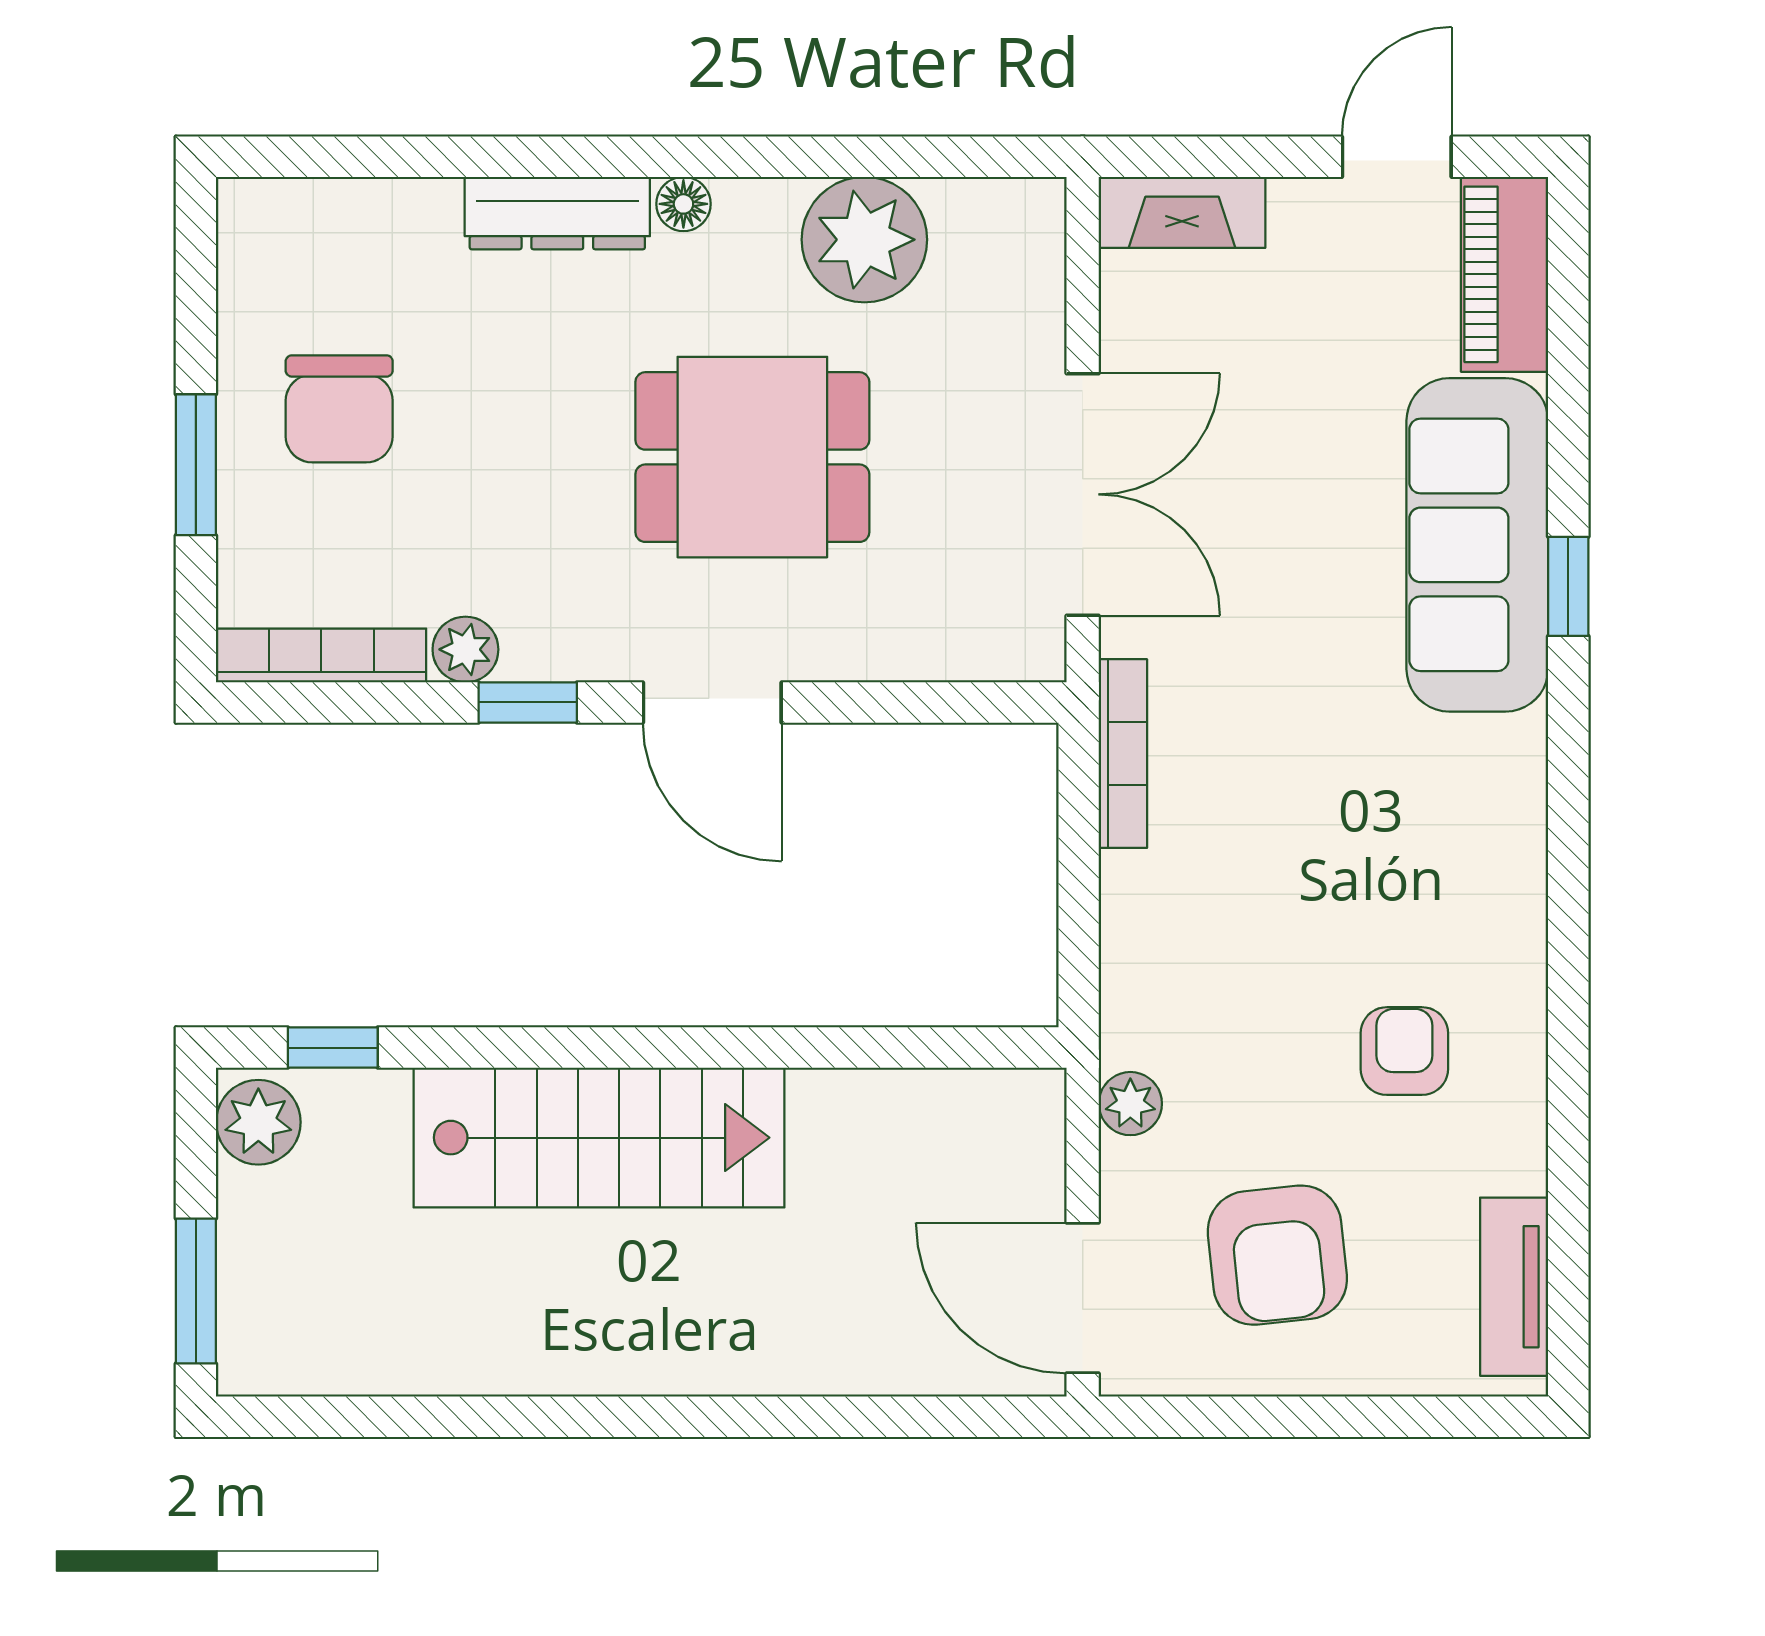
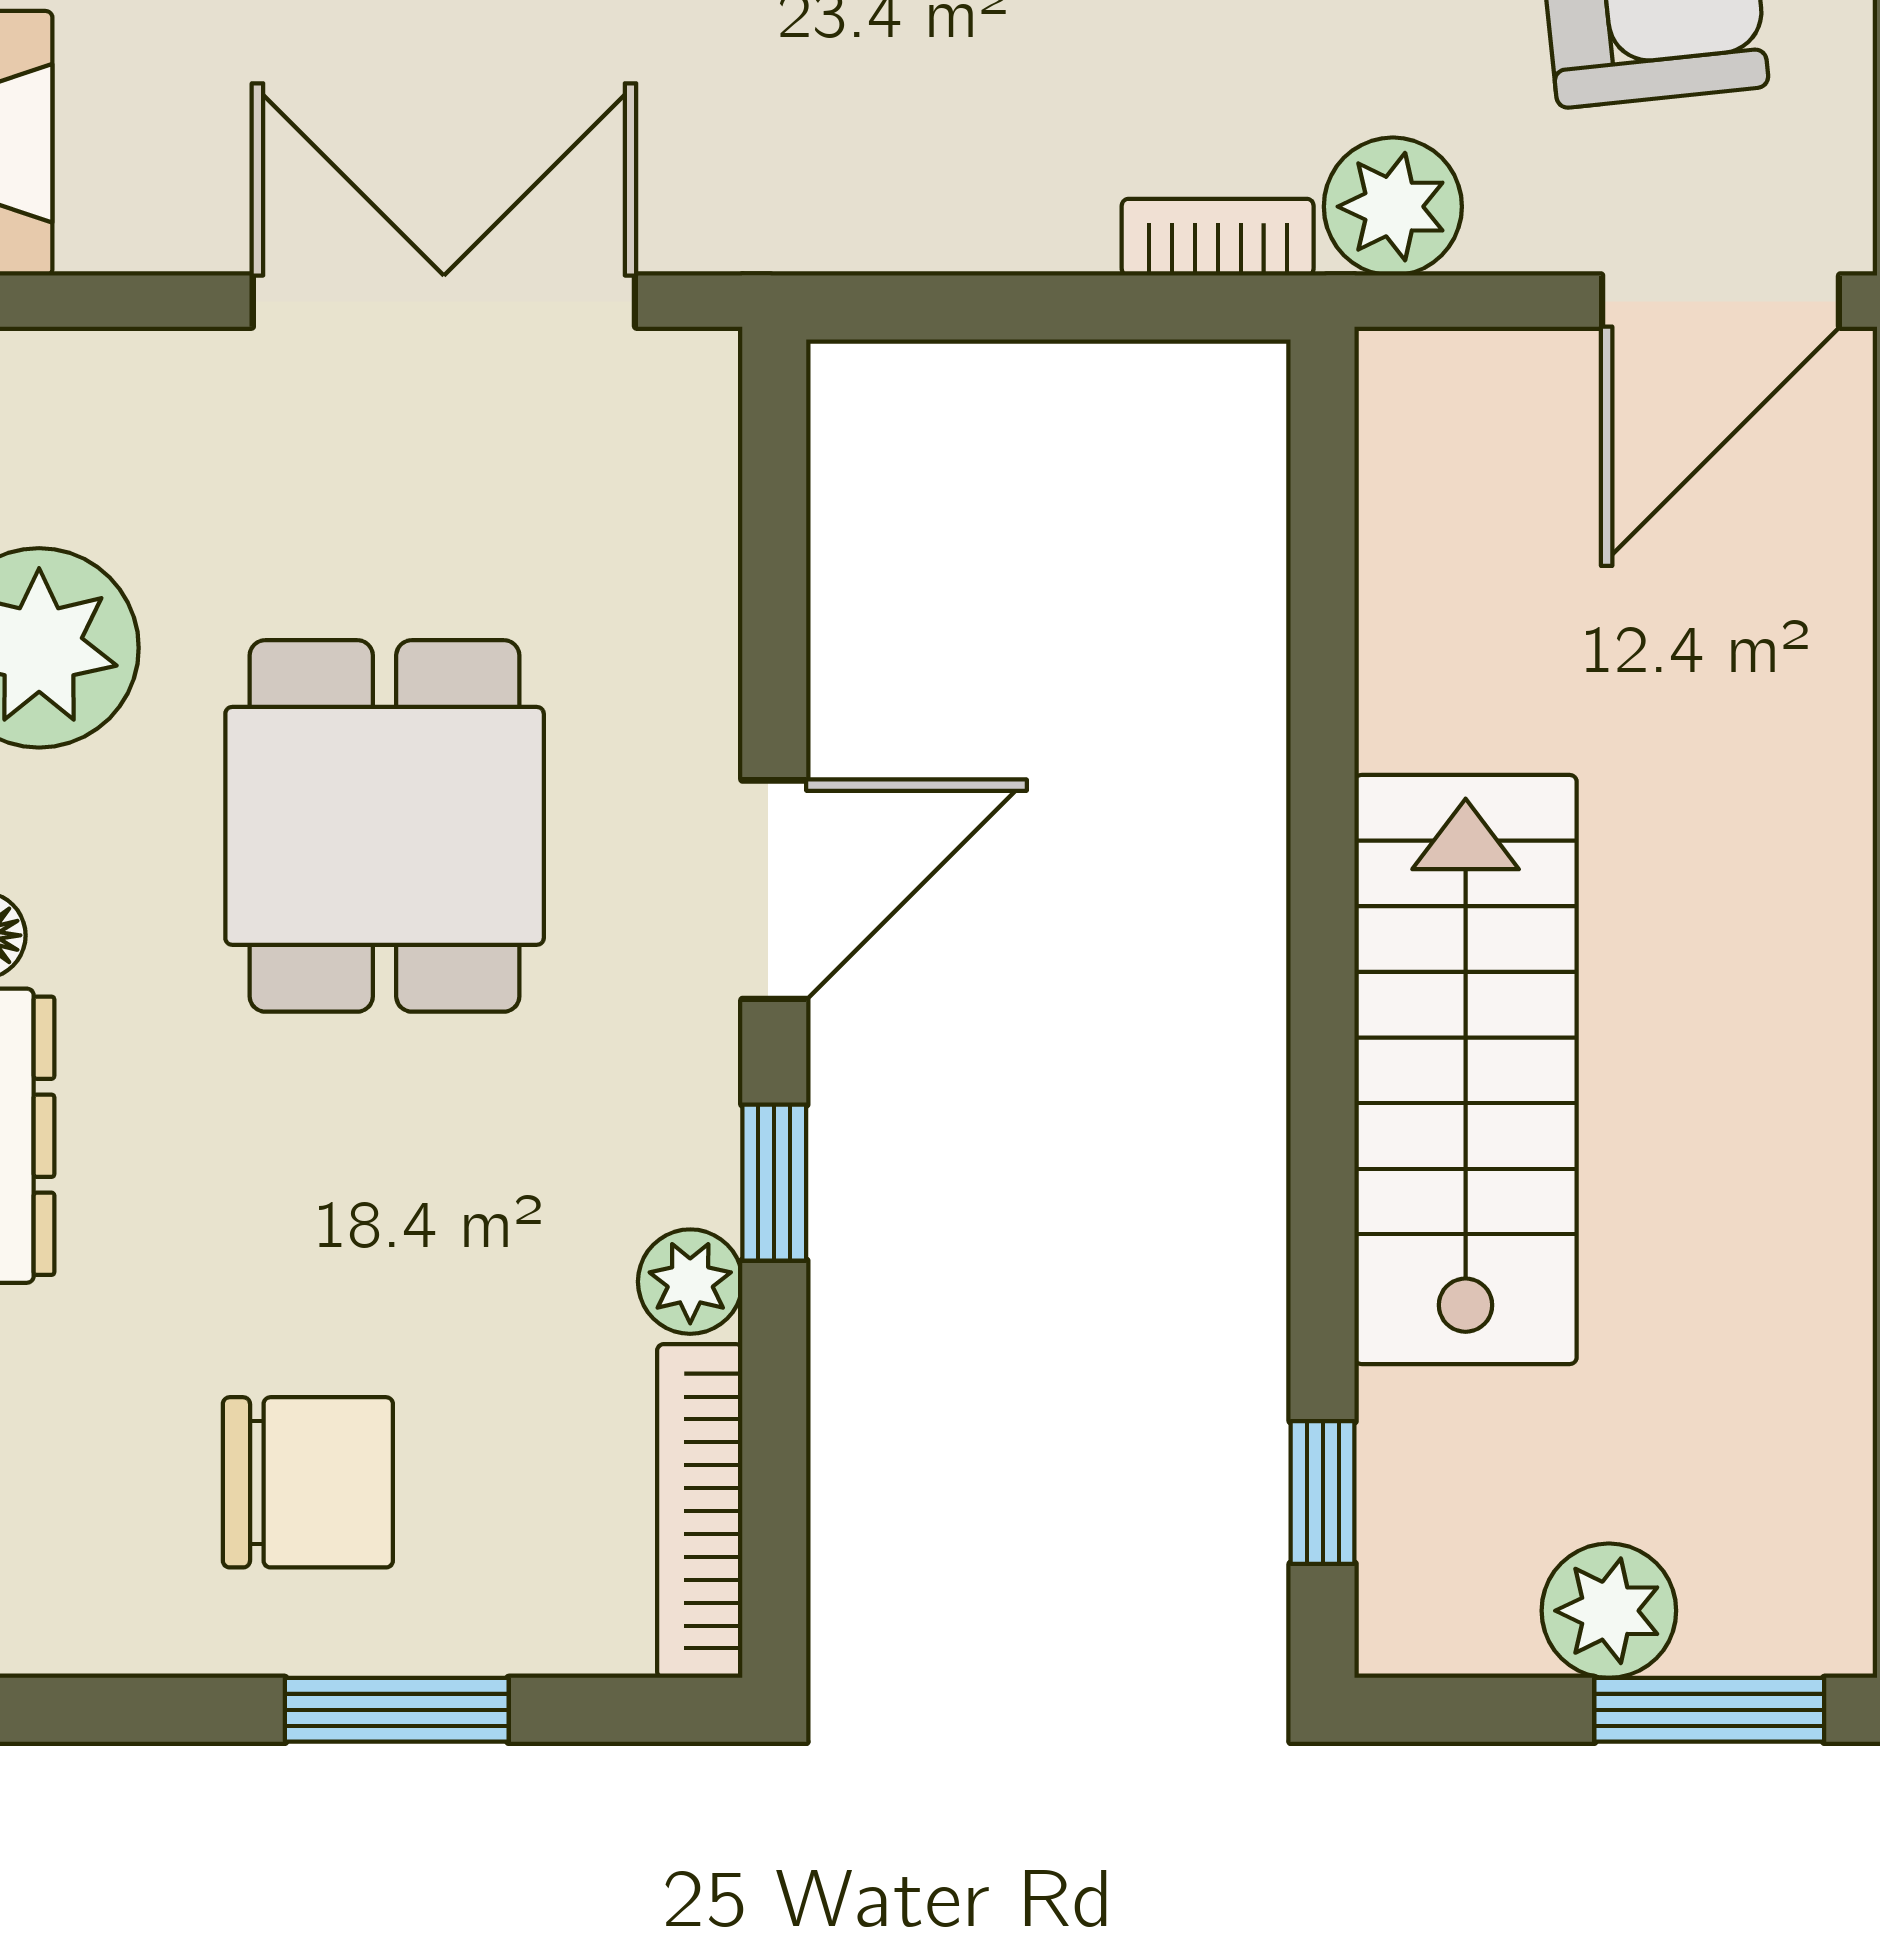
bookcase: (1123, 754) -> (1218, 237), moved, width x0.64
plant: (1130, 1104) -> (1393, 207), width x1.38, depth x1.38
plant: (258, 1122) -> (1609, 1611), moved

